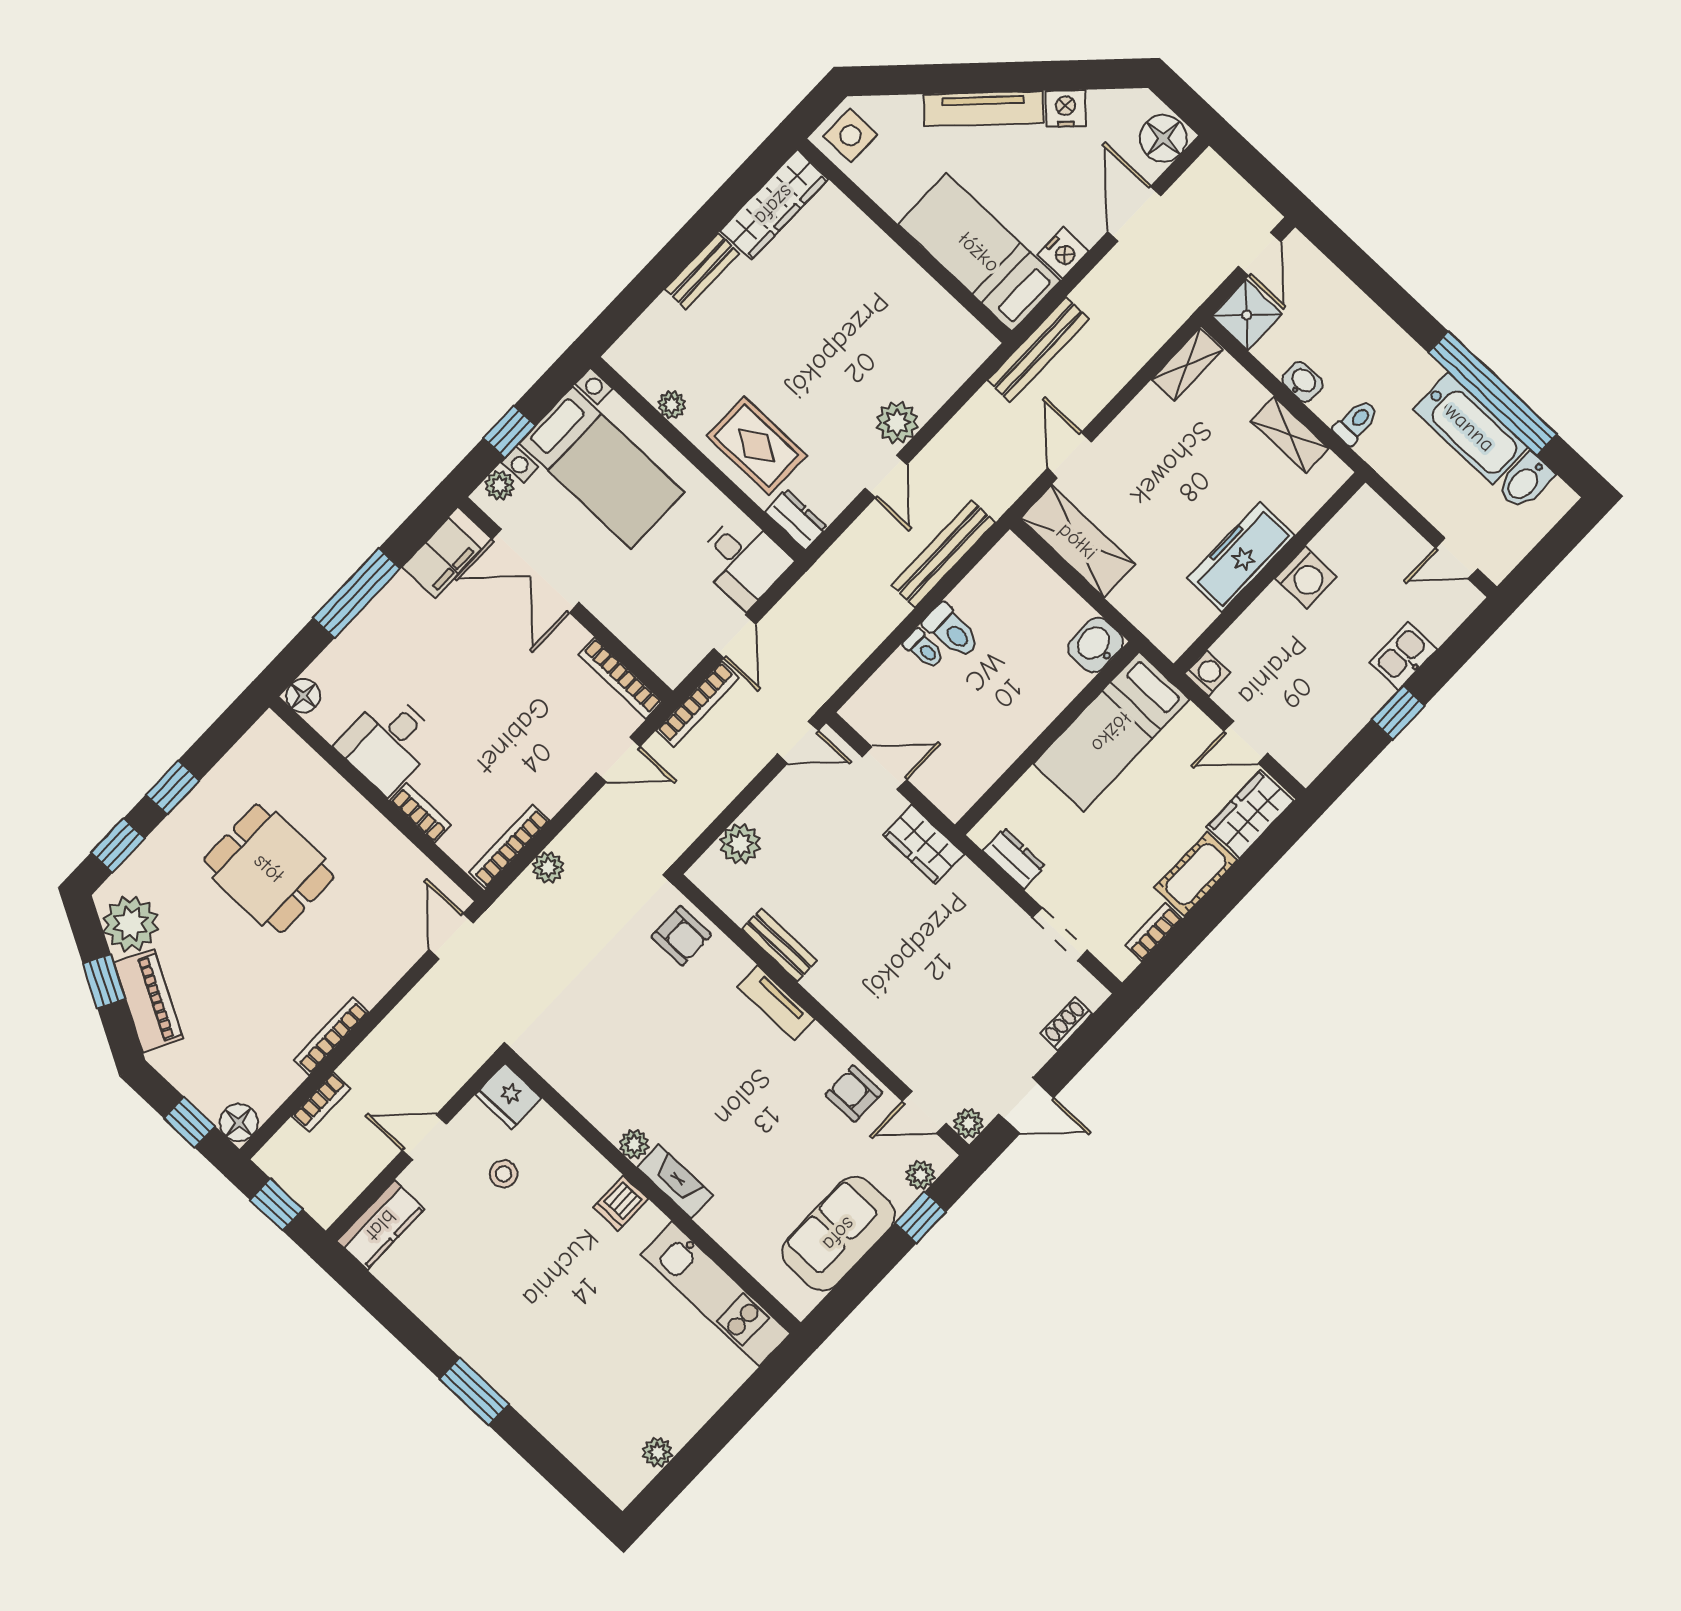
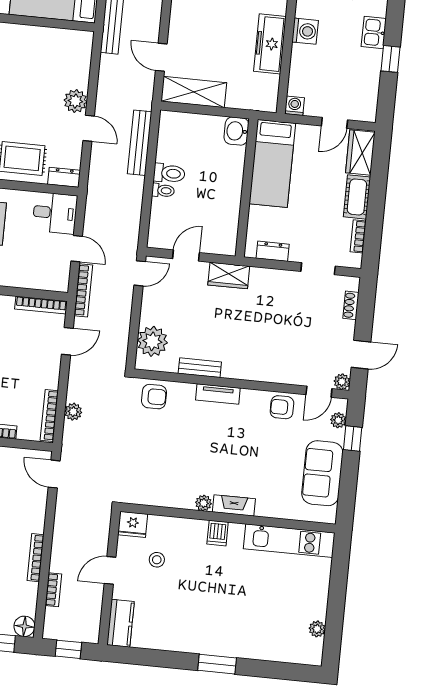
plant: (740, 844) -> (152, 341), width x1.36, depth x1.36

